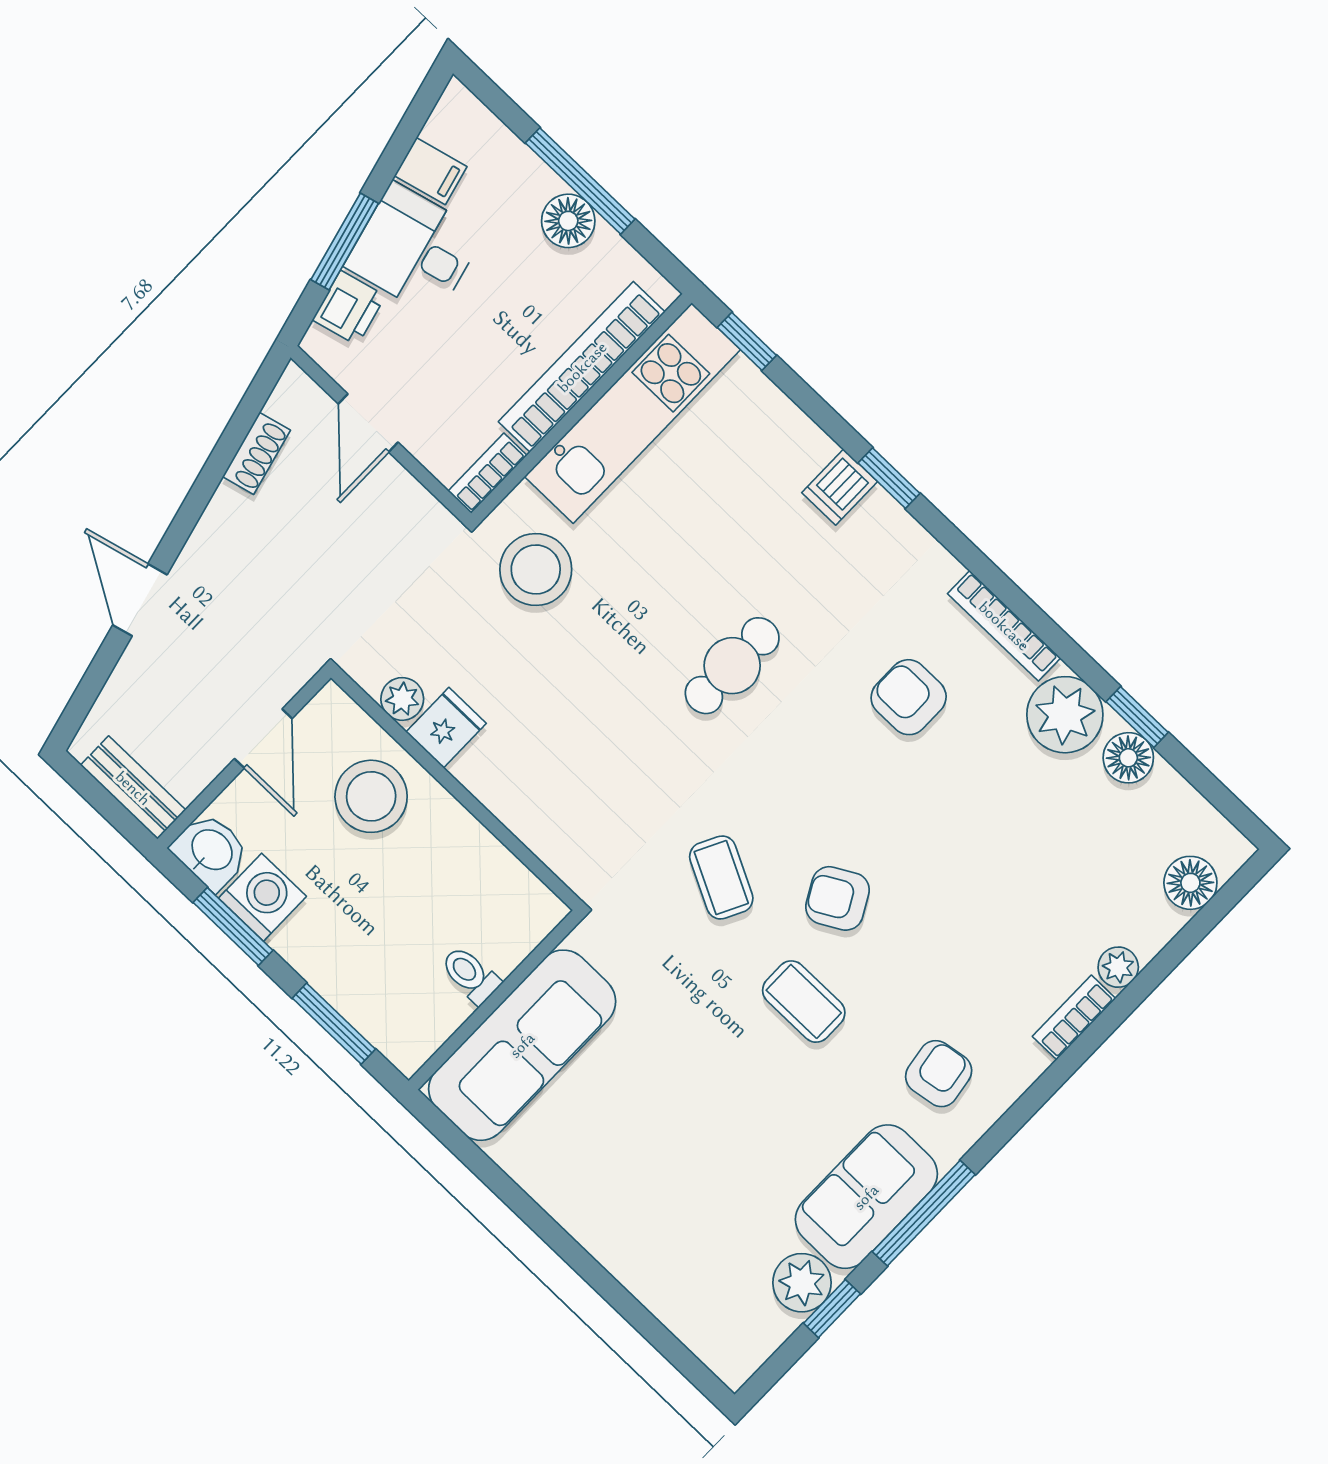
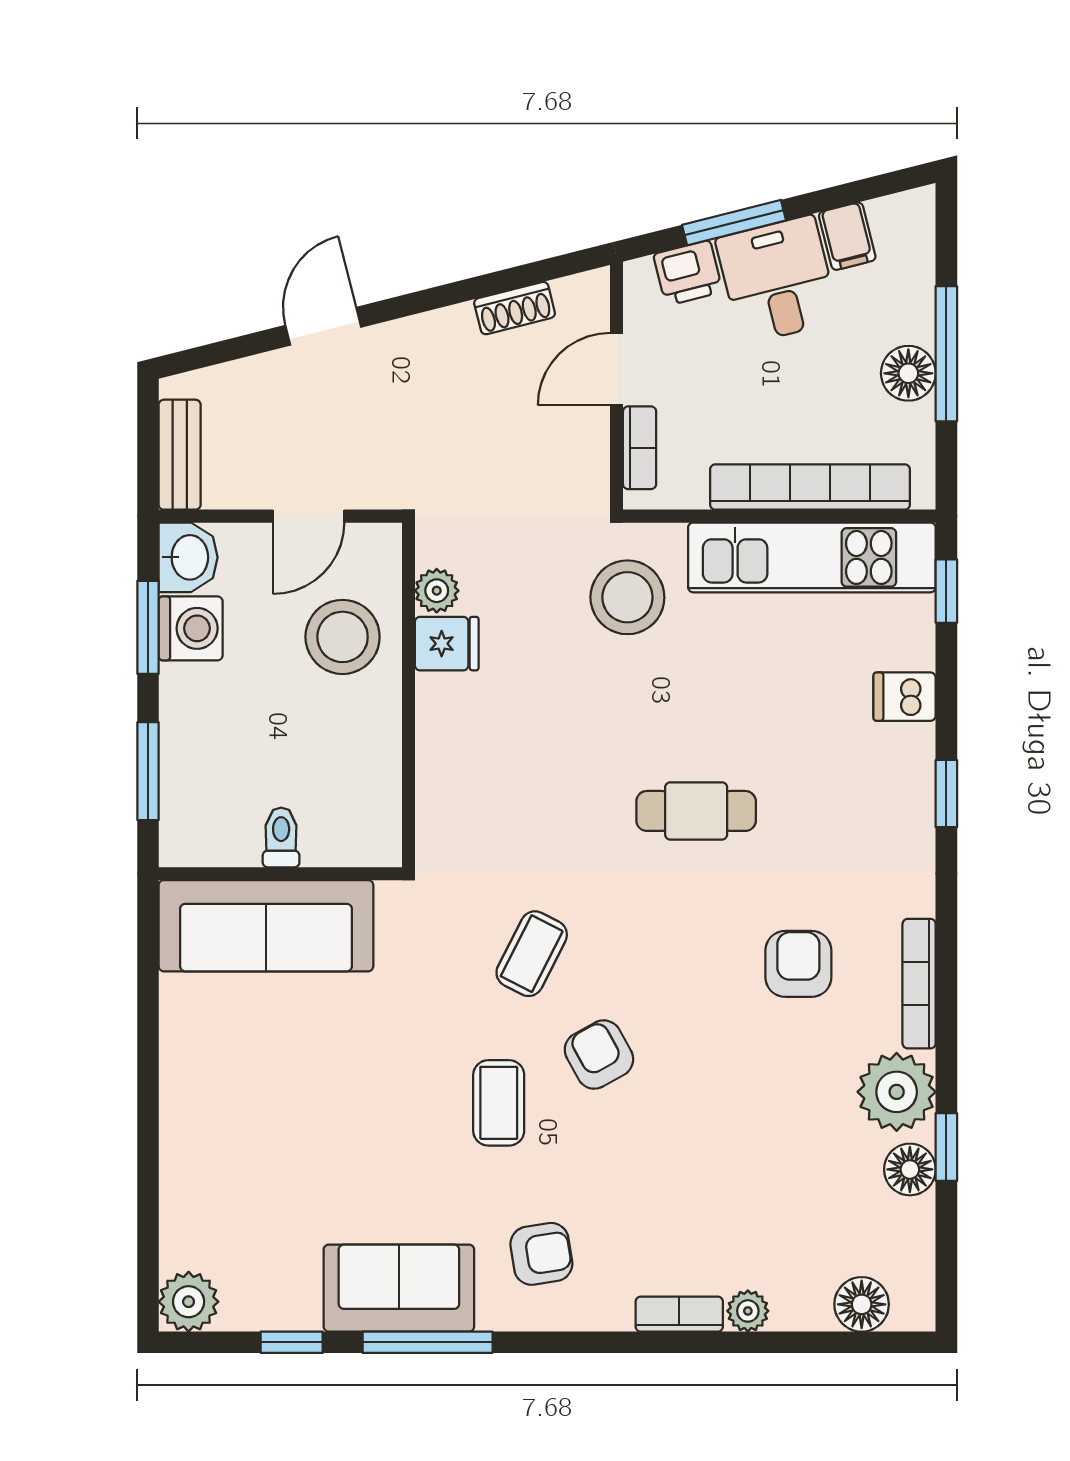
bookcase: (488, 473) -> (640, 448), moved, turned 90
dishwasher: (840, 487) -> (905, 697), moved
plant: (802, 1283) -> (189, 1302), moved

